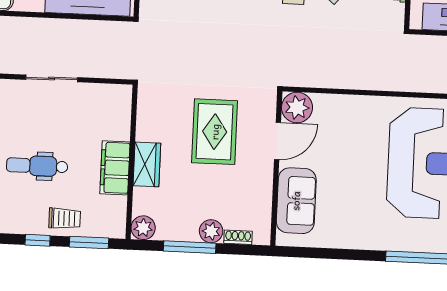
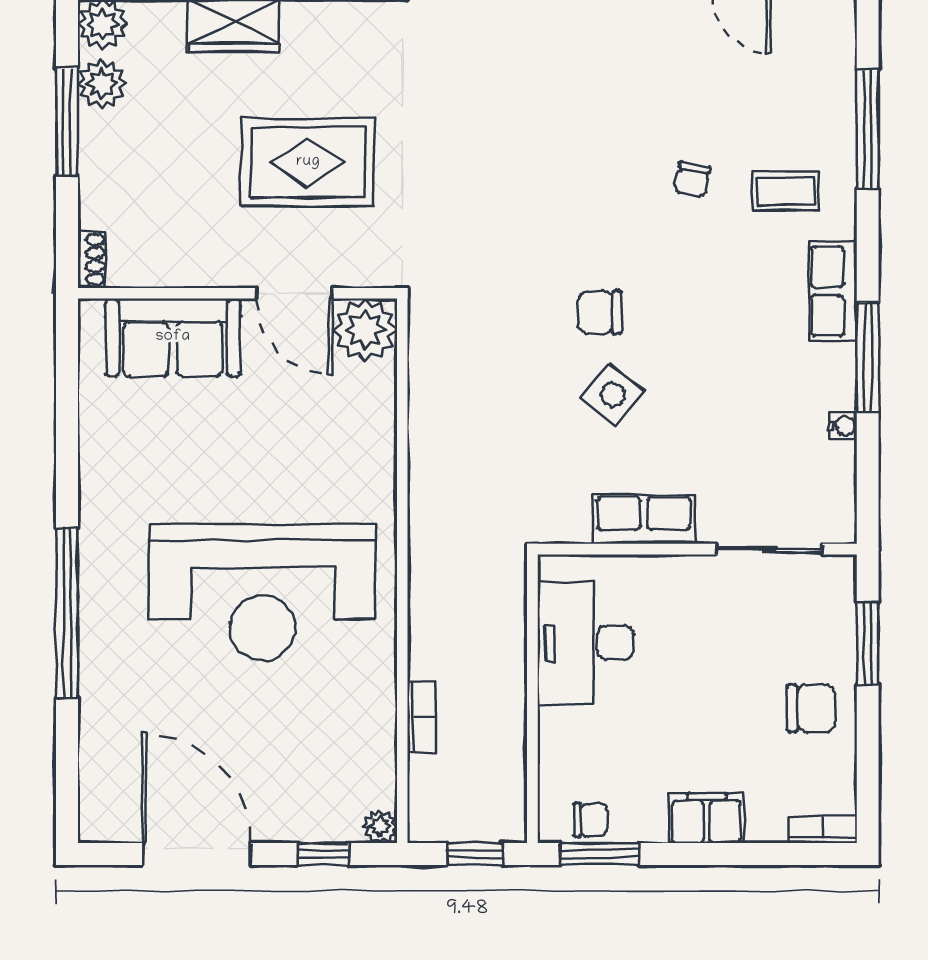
plant: (211, 231) -> (102, 84), moved
shoe rack: (238, 237) -> (92, 259), moved

